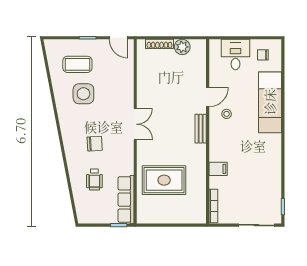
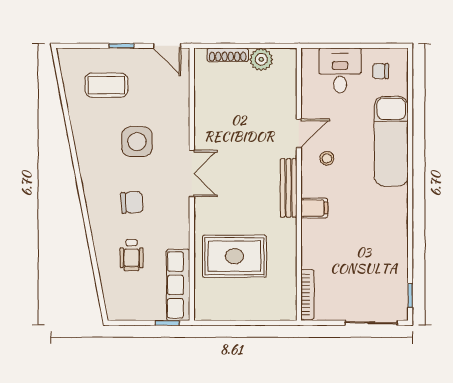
side table: (83, 94) -> (137, 142), moved
bench: (201, 129) -> (289, 188), width x1.36
filing cabinet: (218, 169) -> (314, 208), moved

